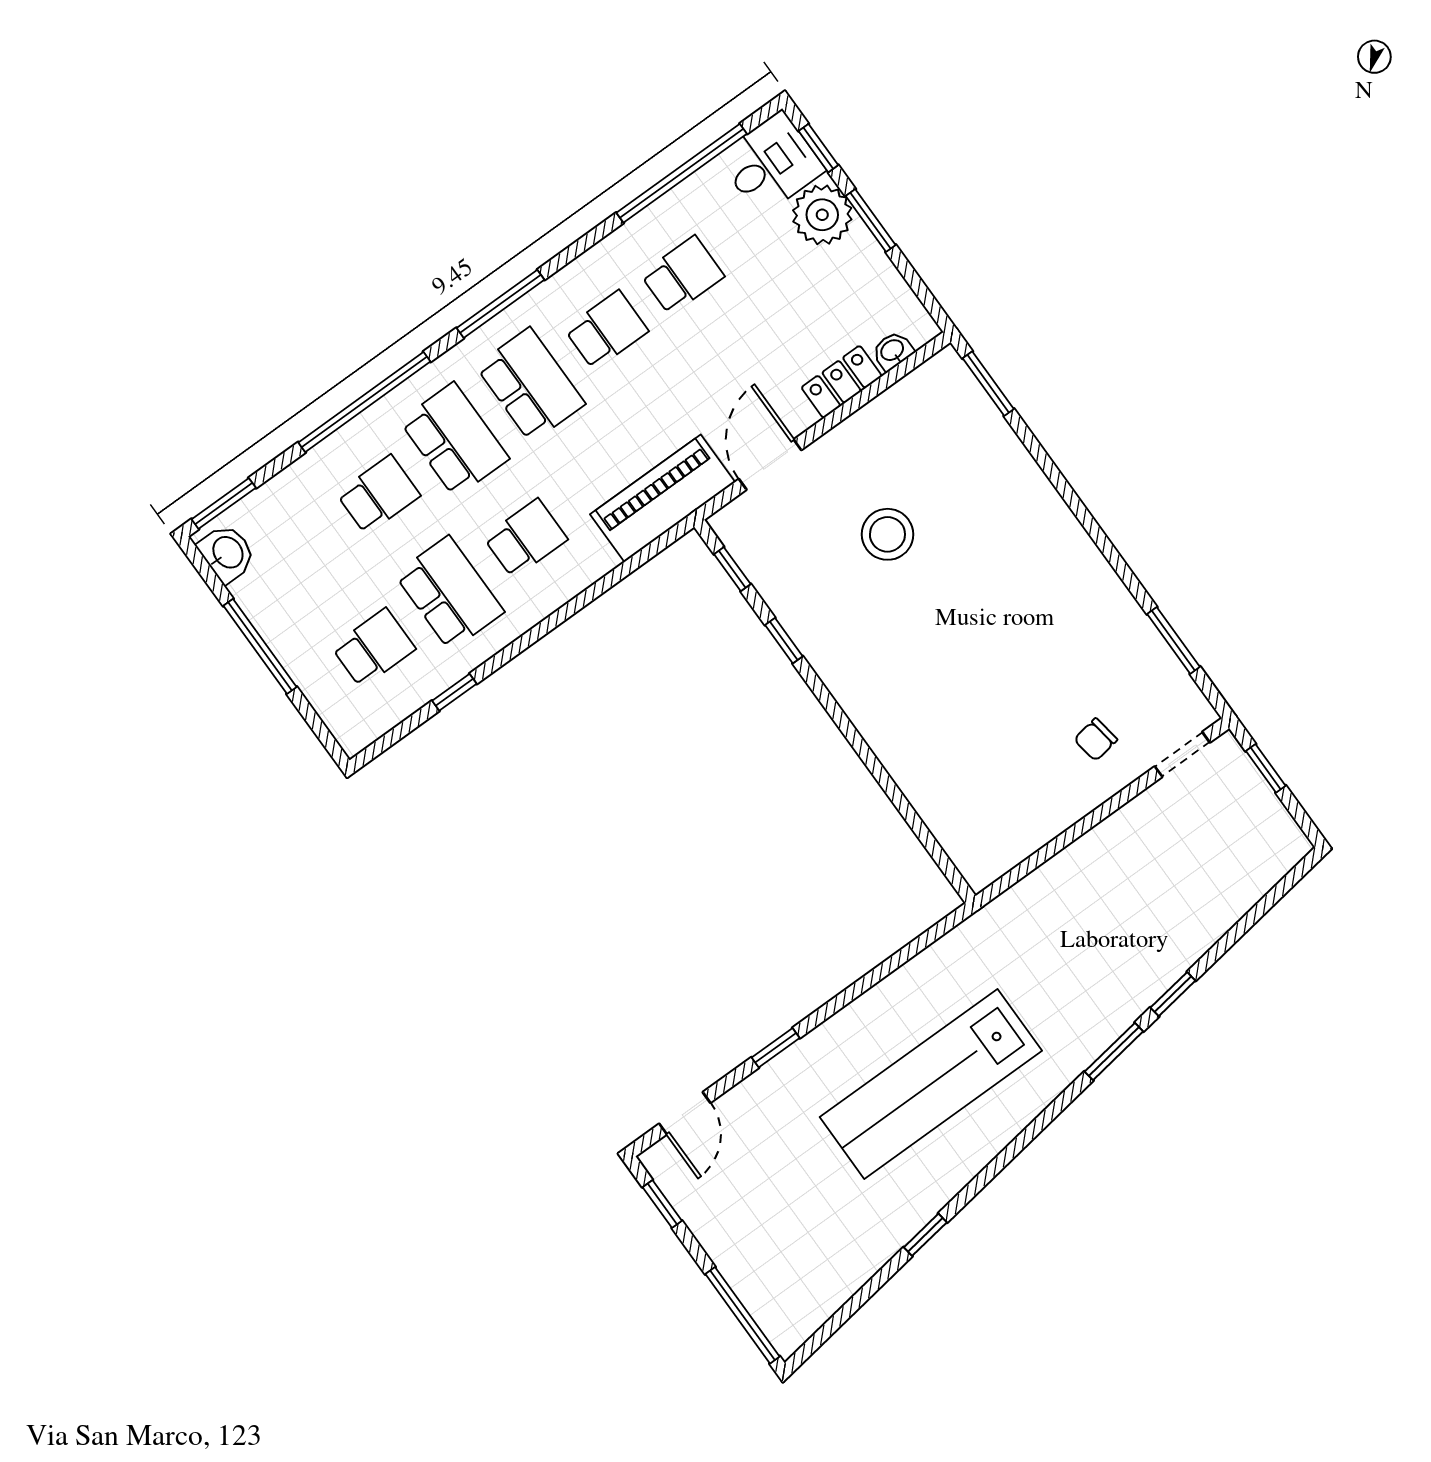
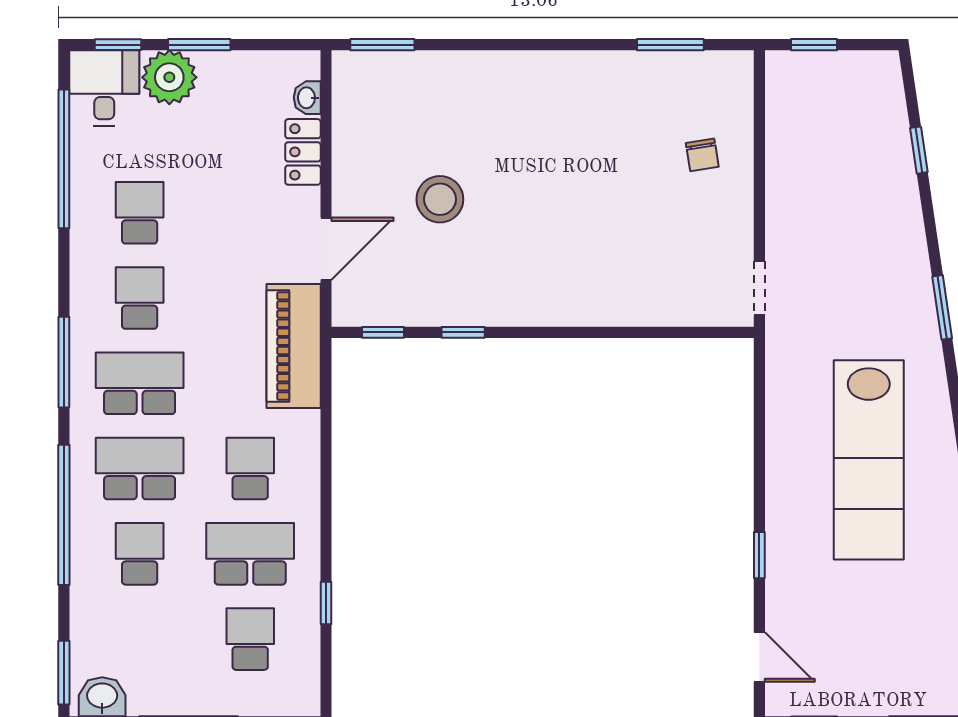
door: (770, 465) -> (326, 249), swing flipped
doorway: (1182, 754) -> (759, 288), moved
window: (1173, 994) -> (919, 150), moved

